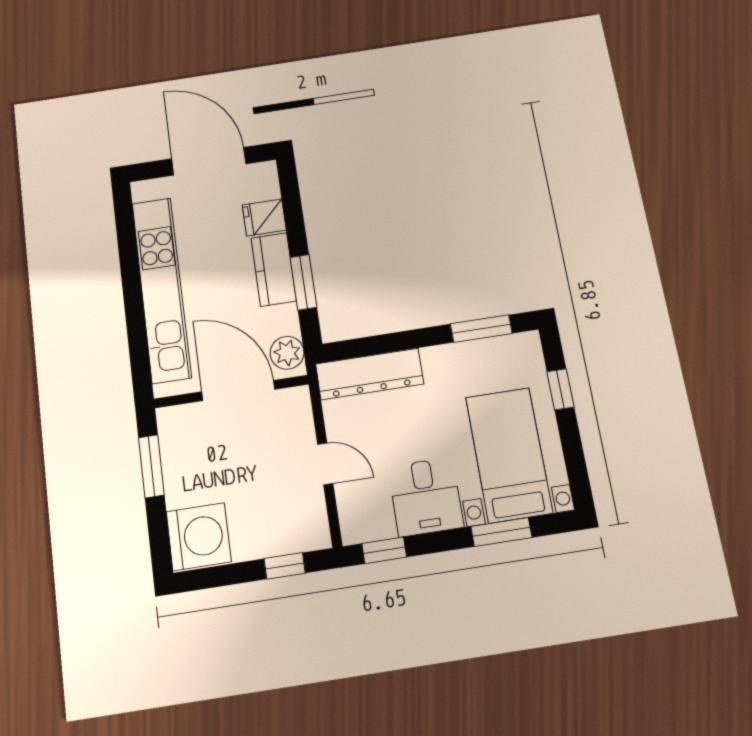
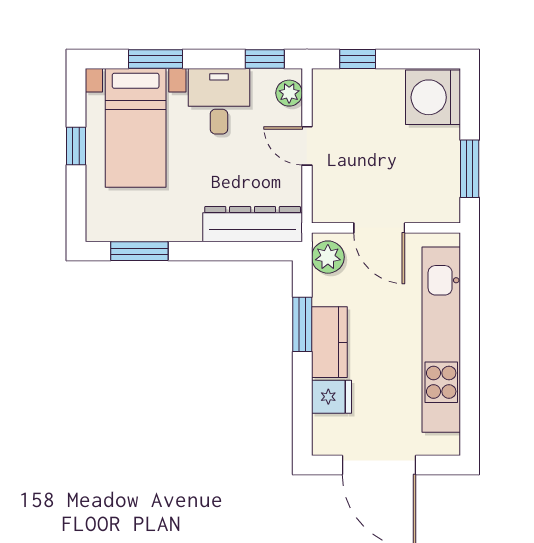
window: (560, 389) -> (76, 146), moved
door: (238, 390) -> (379, 228), width x0.73
plant: (352, 517) -> (289, 93), added

